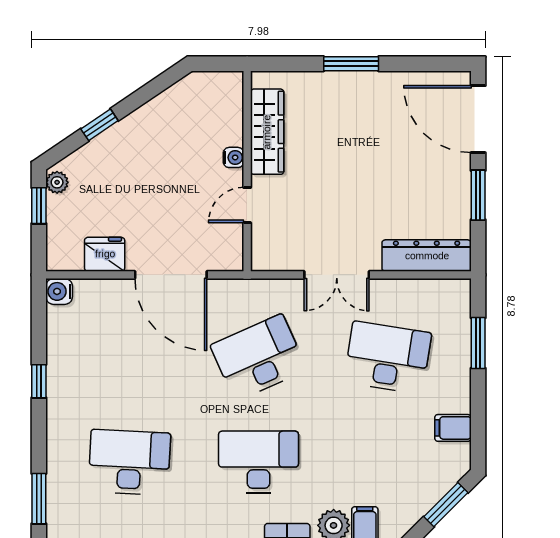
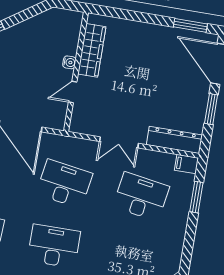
window: (351, 64) -> (190, 25), moved
desk: (259, 357) -> (64, 184), turned 33
filing cabinet: (453, 428) -> (186, 164), moved

